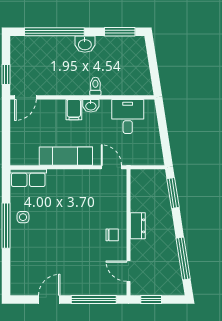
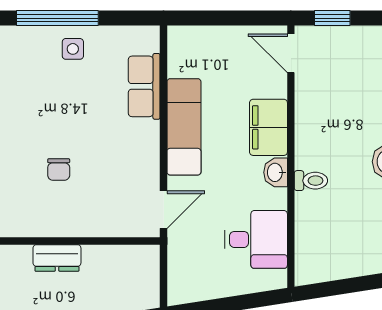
filing cabinet: (74, 110) -> (268, 127), width x2.00
row of seats: (28, 178) -> (144, 86), moved
chair: (112, 235) -> (59, 170), moved

